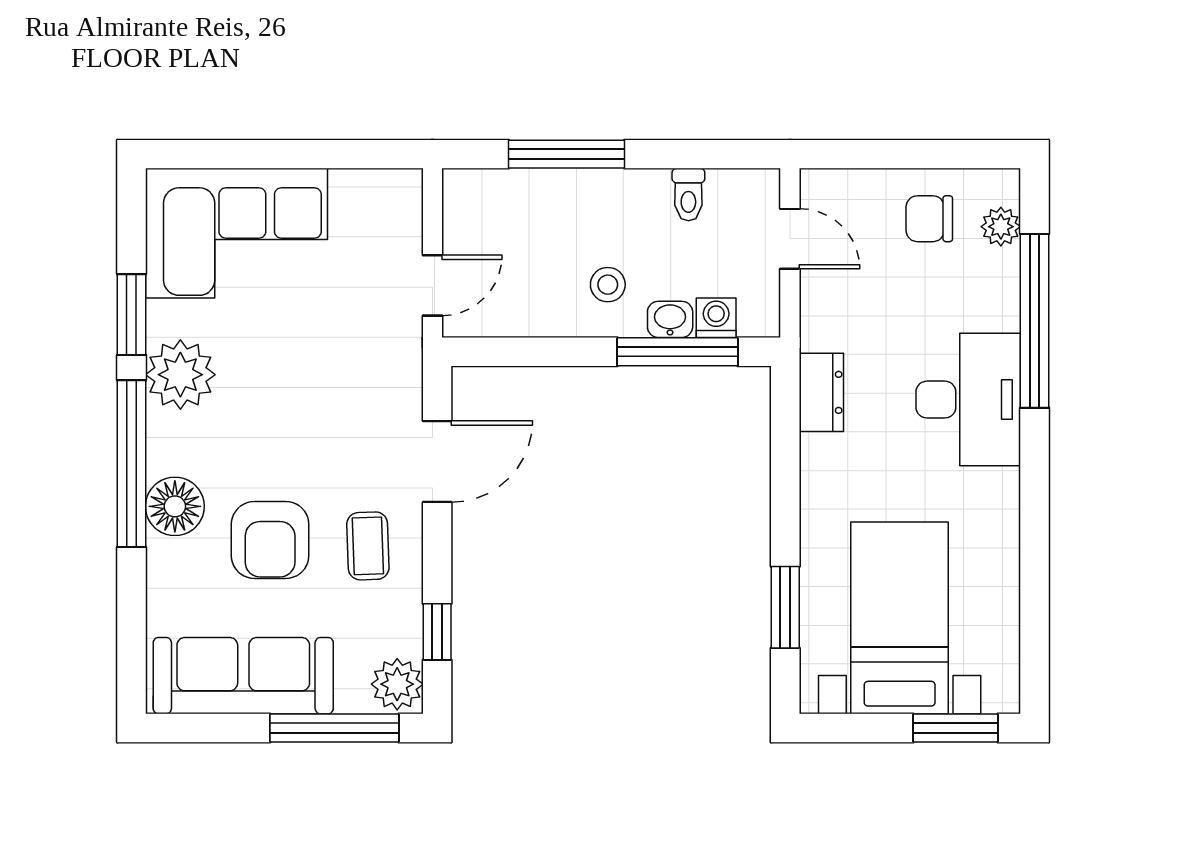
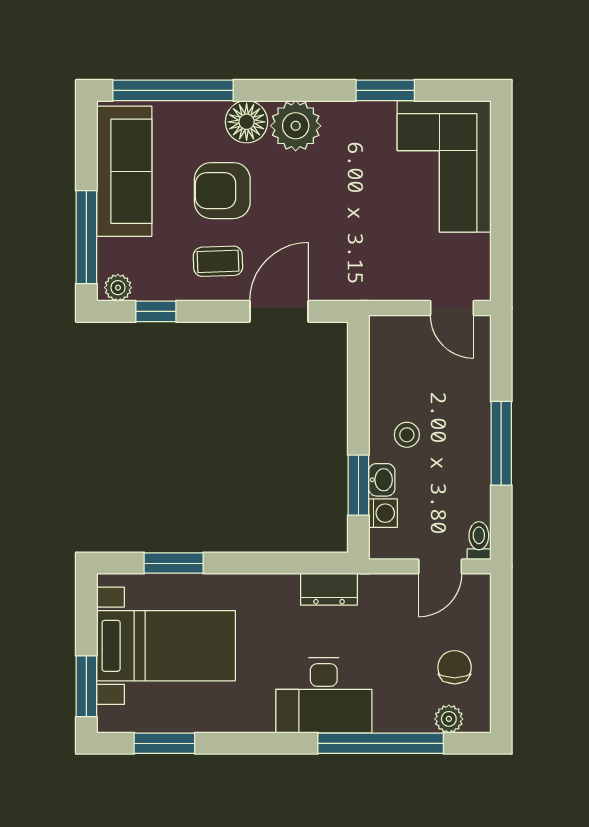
window: (567, 154) -> (501, 443), moved
toilet: (688, 195) -> (479, 541), moved, turned 90
door: (432, 285) -> (452, 308), moved
window: (677, 352) -> (358, 485), width x0.69
plant: (180, 375) -> (296, 126), moved
door: (437, 462) -> (279, 311), swing flipped
window: (131, 464) -> (173, 90), moved
window: (1034, 620) -> (164, 743), added
plant: (397, 684) -> (118, 288), width x0.73, depth x0.73

